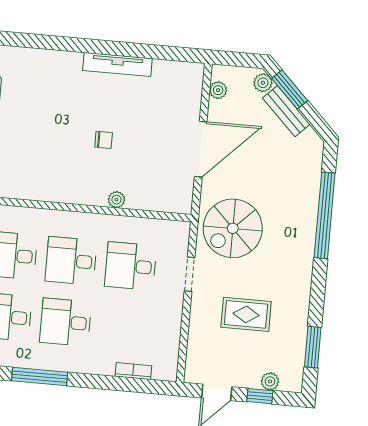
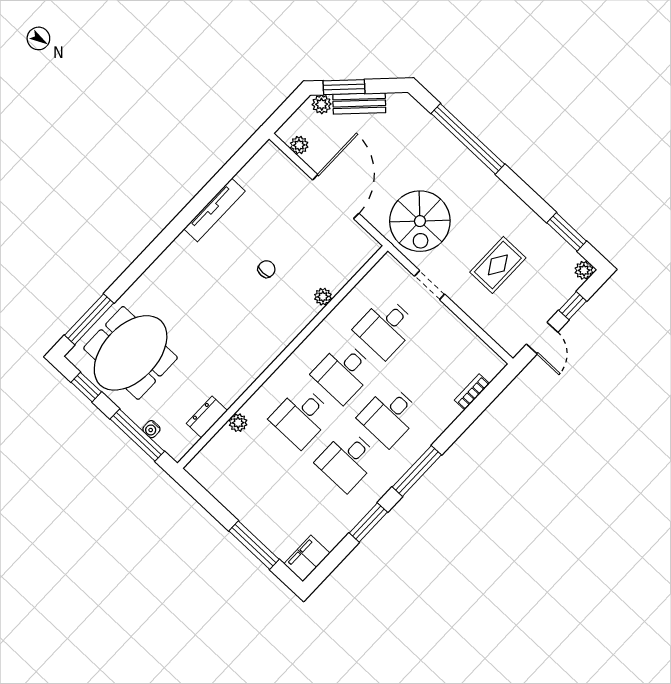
plant: (270, 381) -> (584, 270), moved

